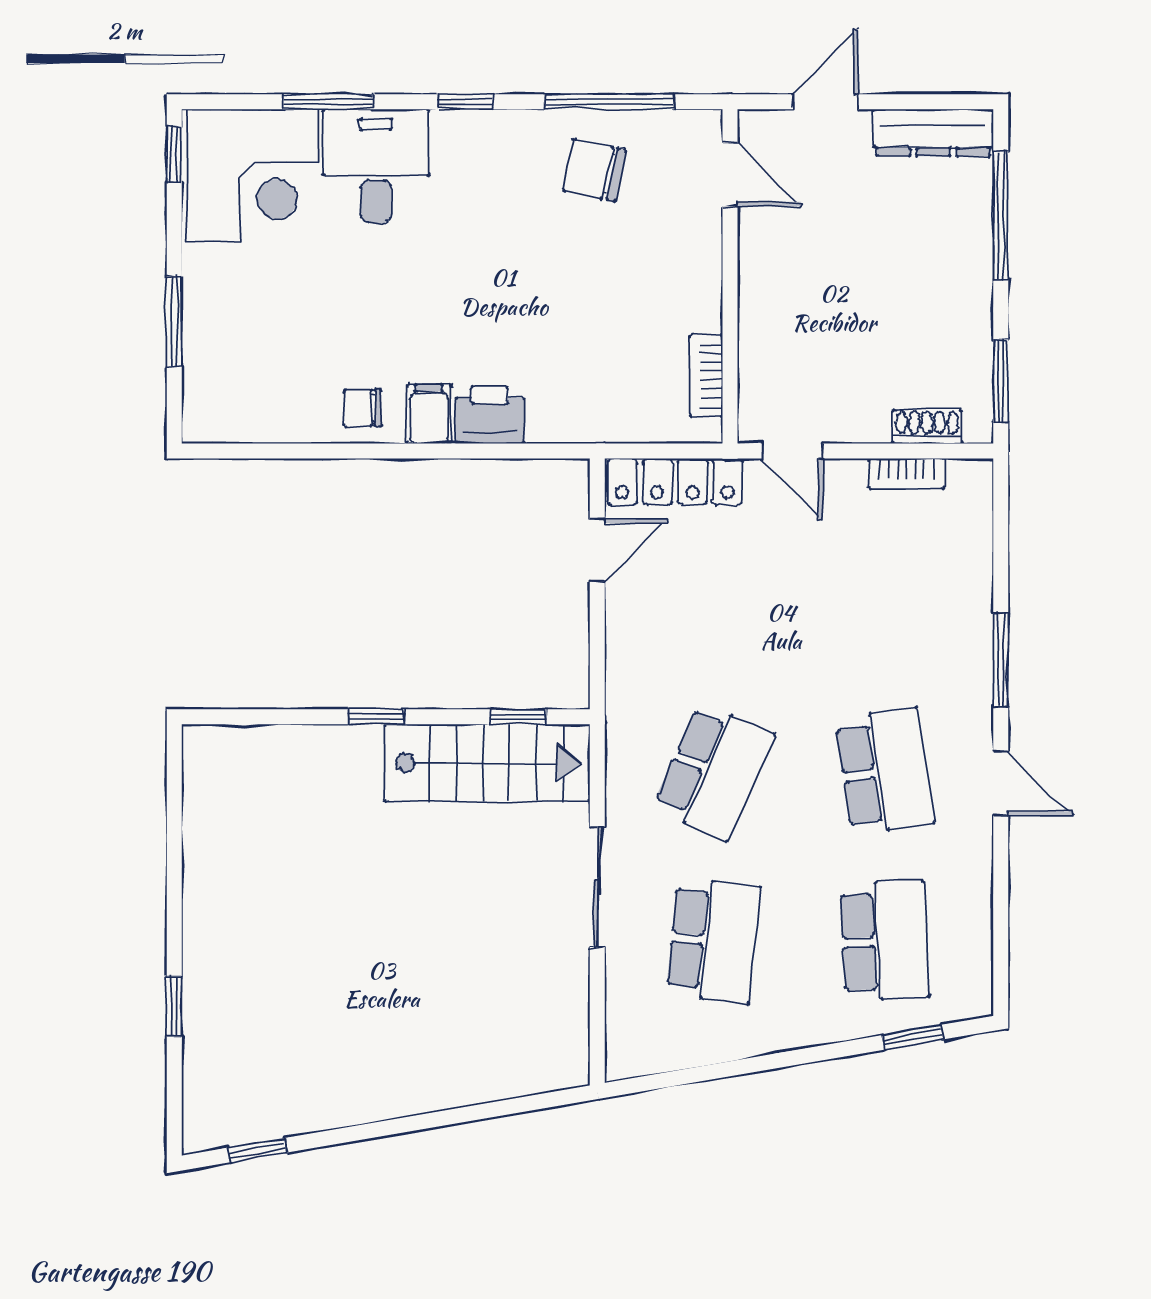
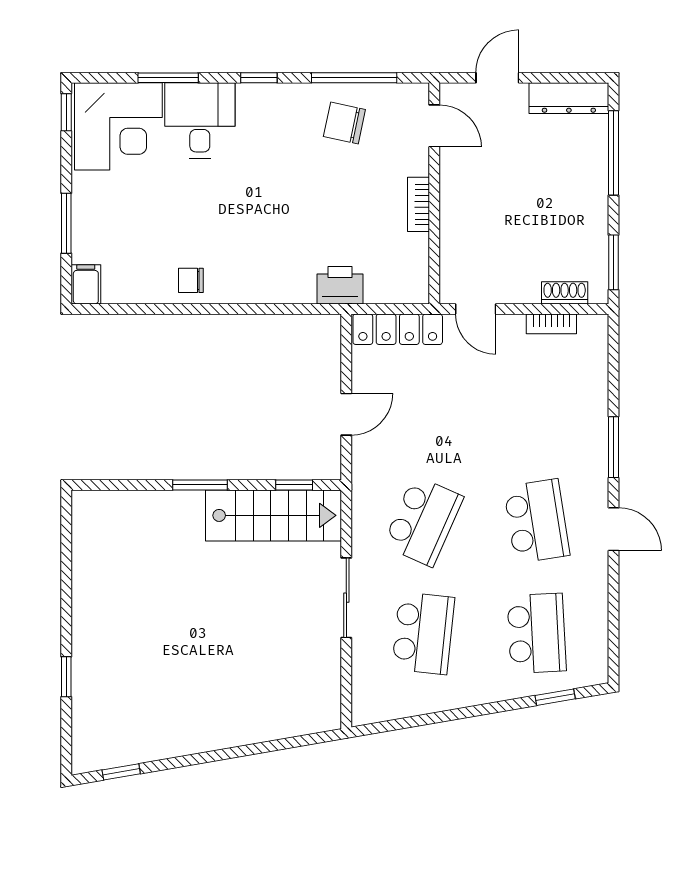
bookcase: (706, 376) -> (418, 204), moved
filing cabinet: (429, 414) -> (86, 284), moved
printer: (490, 415) -> (340, 285), moved
door: (597, 550) -> (346, 414), moved
window: (376, 717) -> (200, 485), width x1.50

